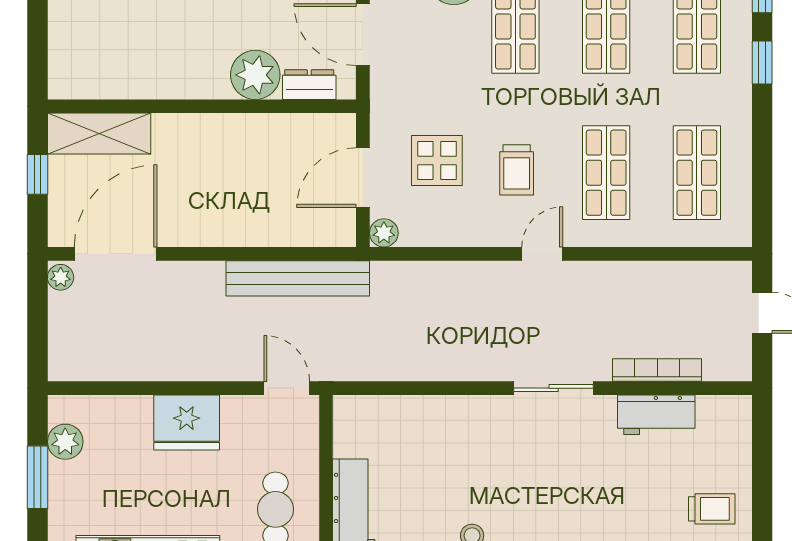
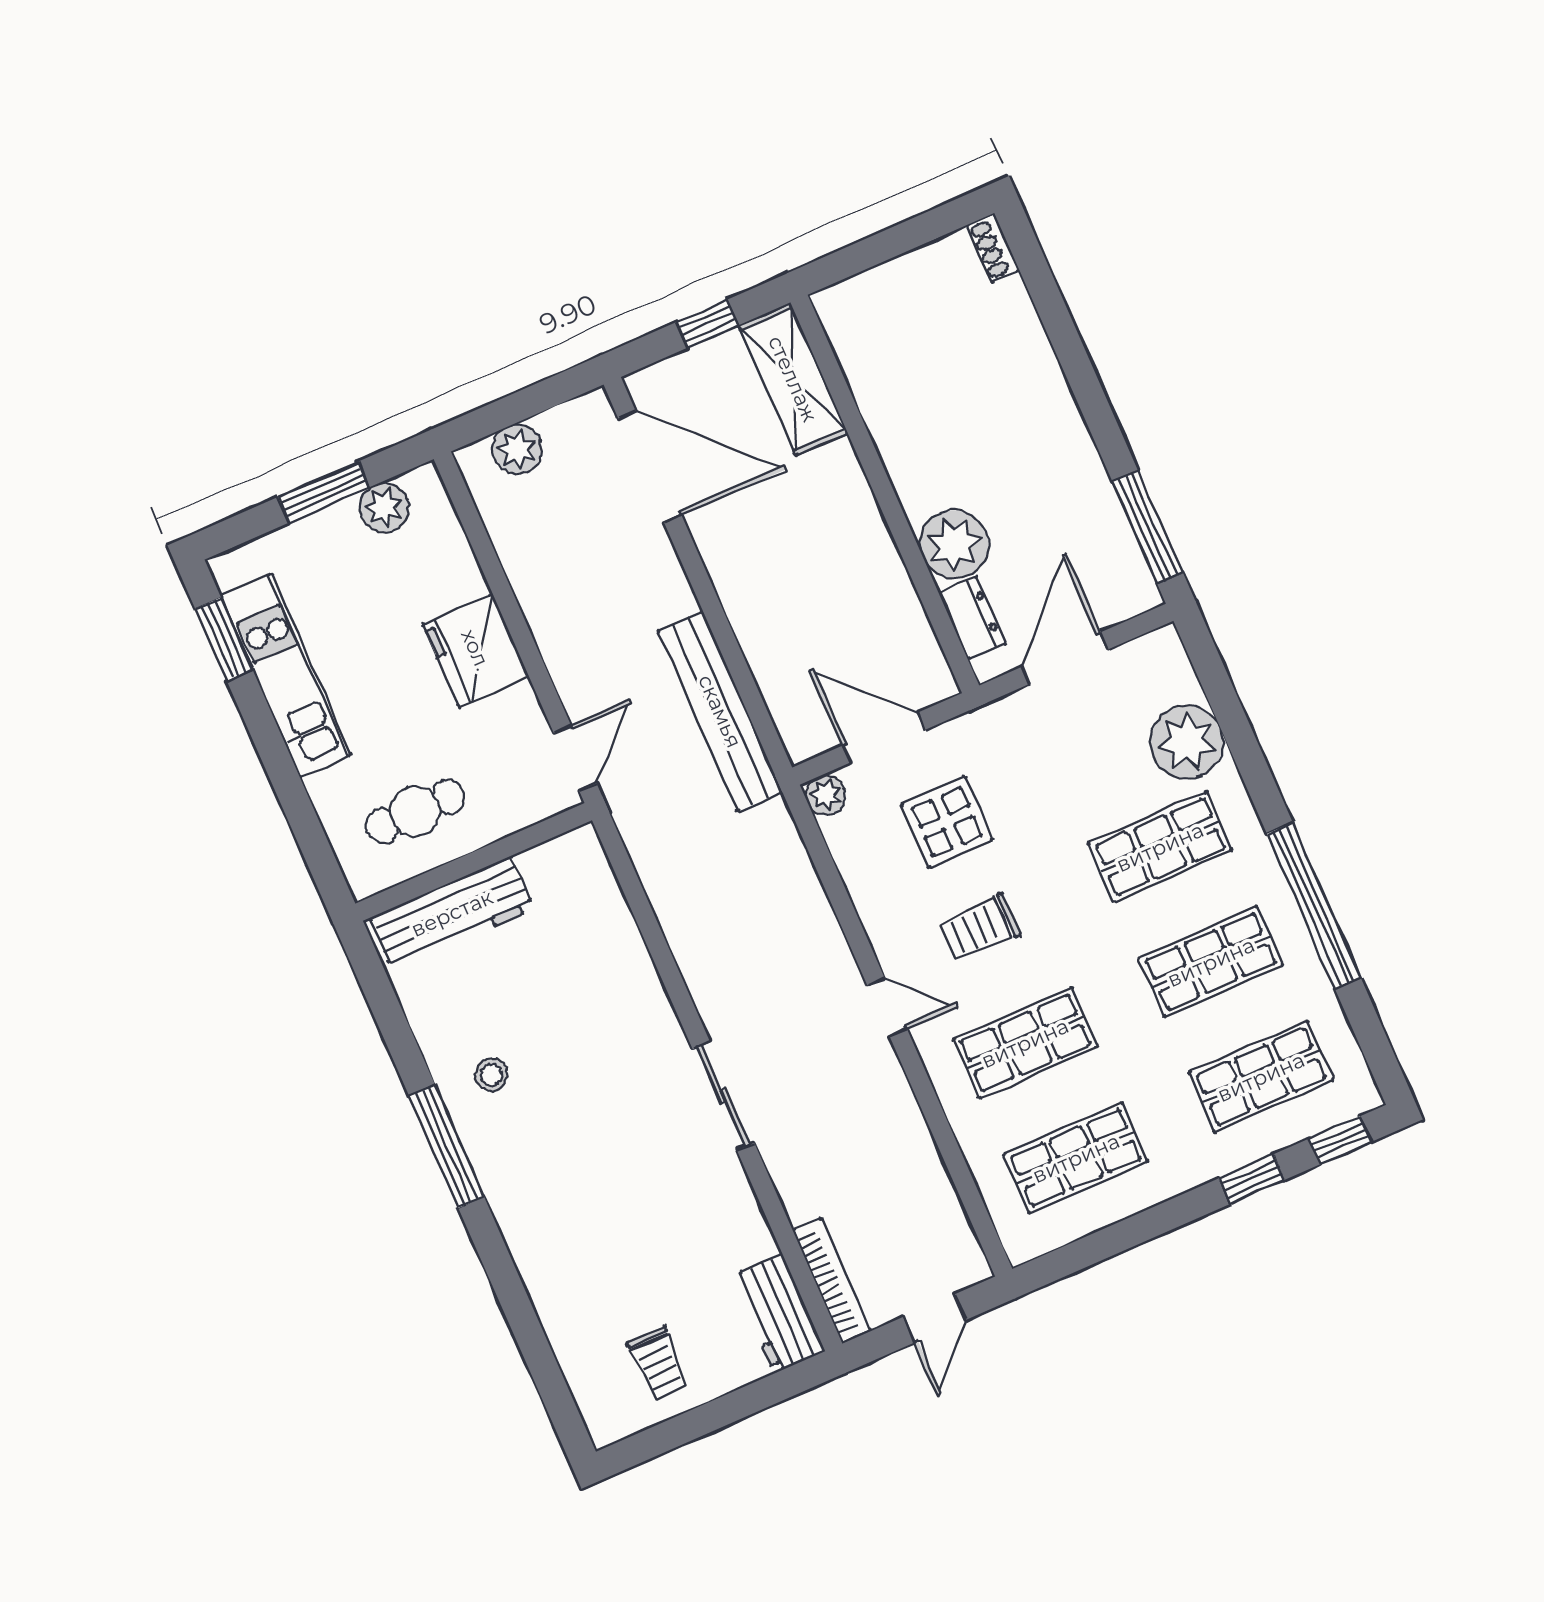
plant: (61, 277) -> (517, 449), moved, width x1.38, depth x1.38
bookcase: (657, 370) -> (832, 1280), moved
workbench: (656, 415) -> (779, 1313), moved

